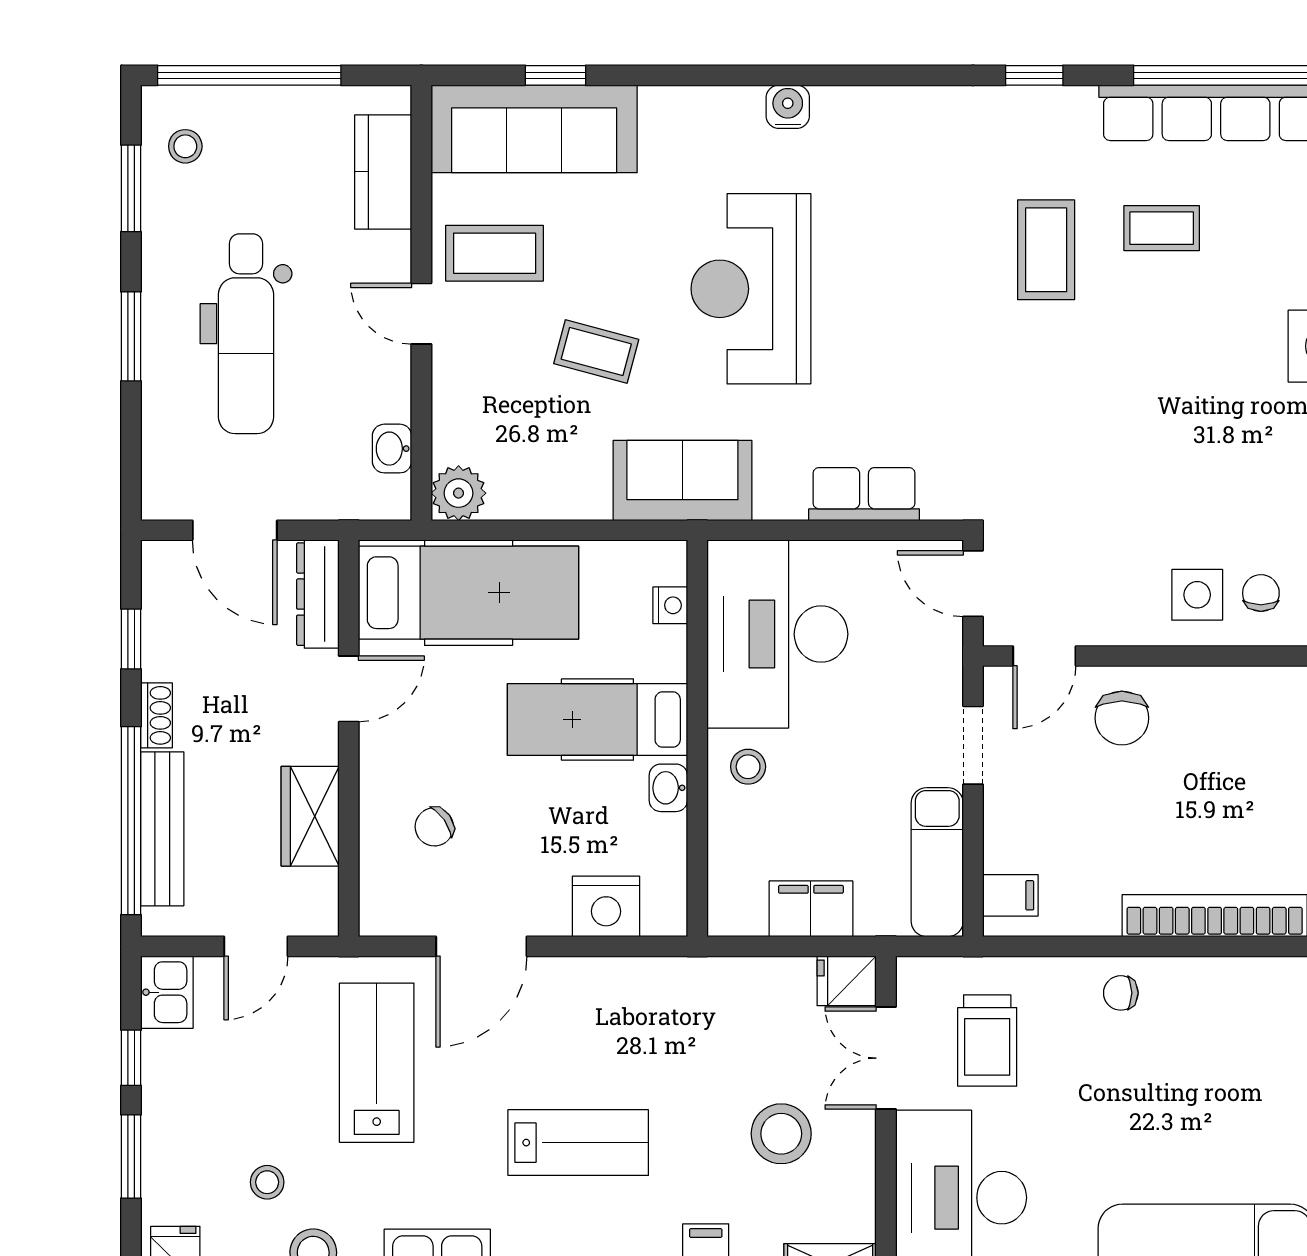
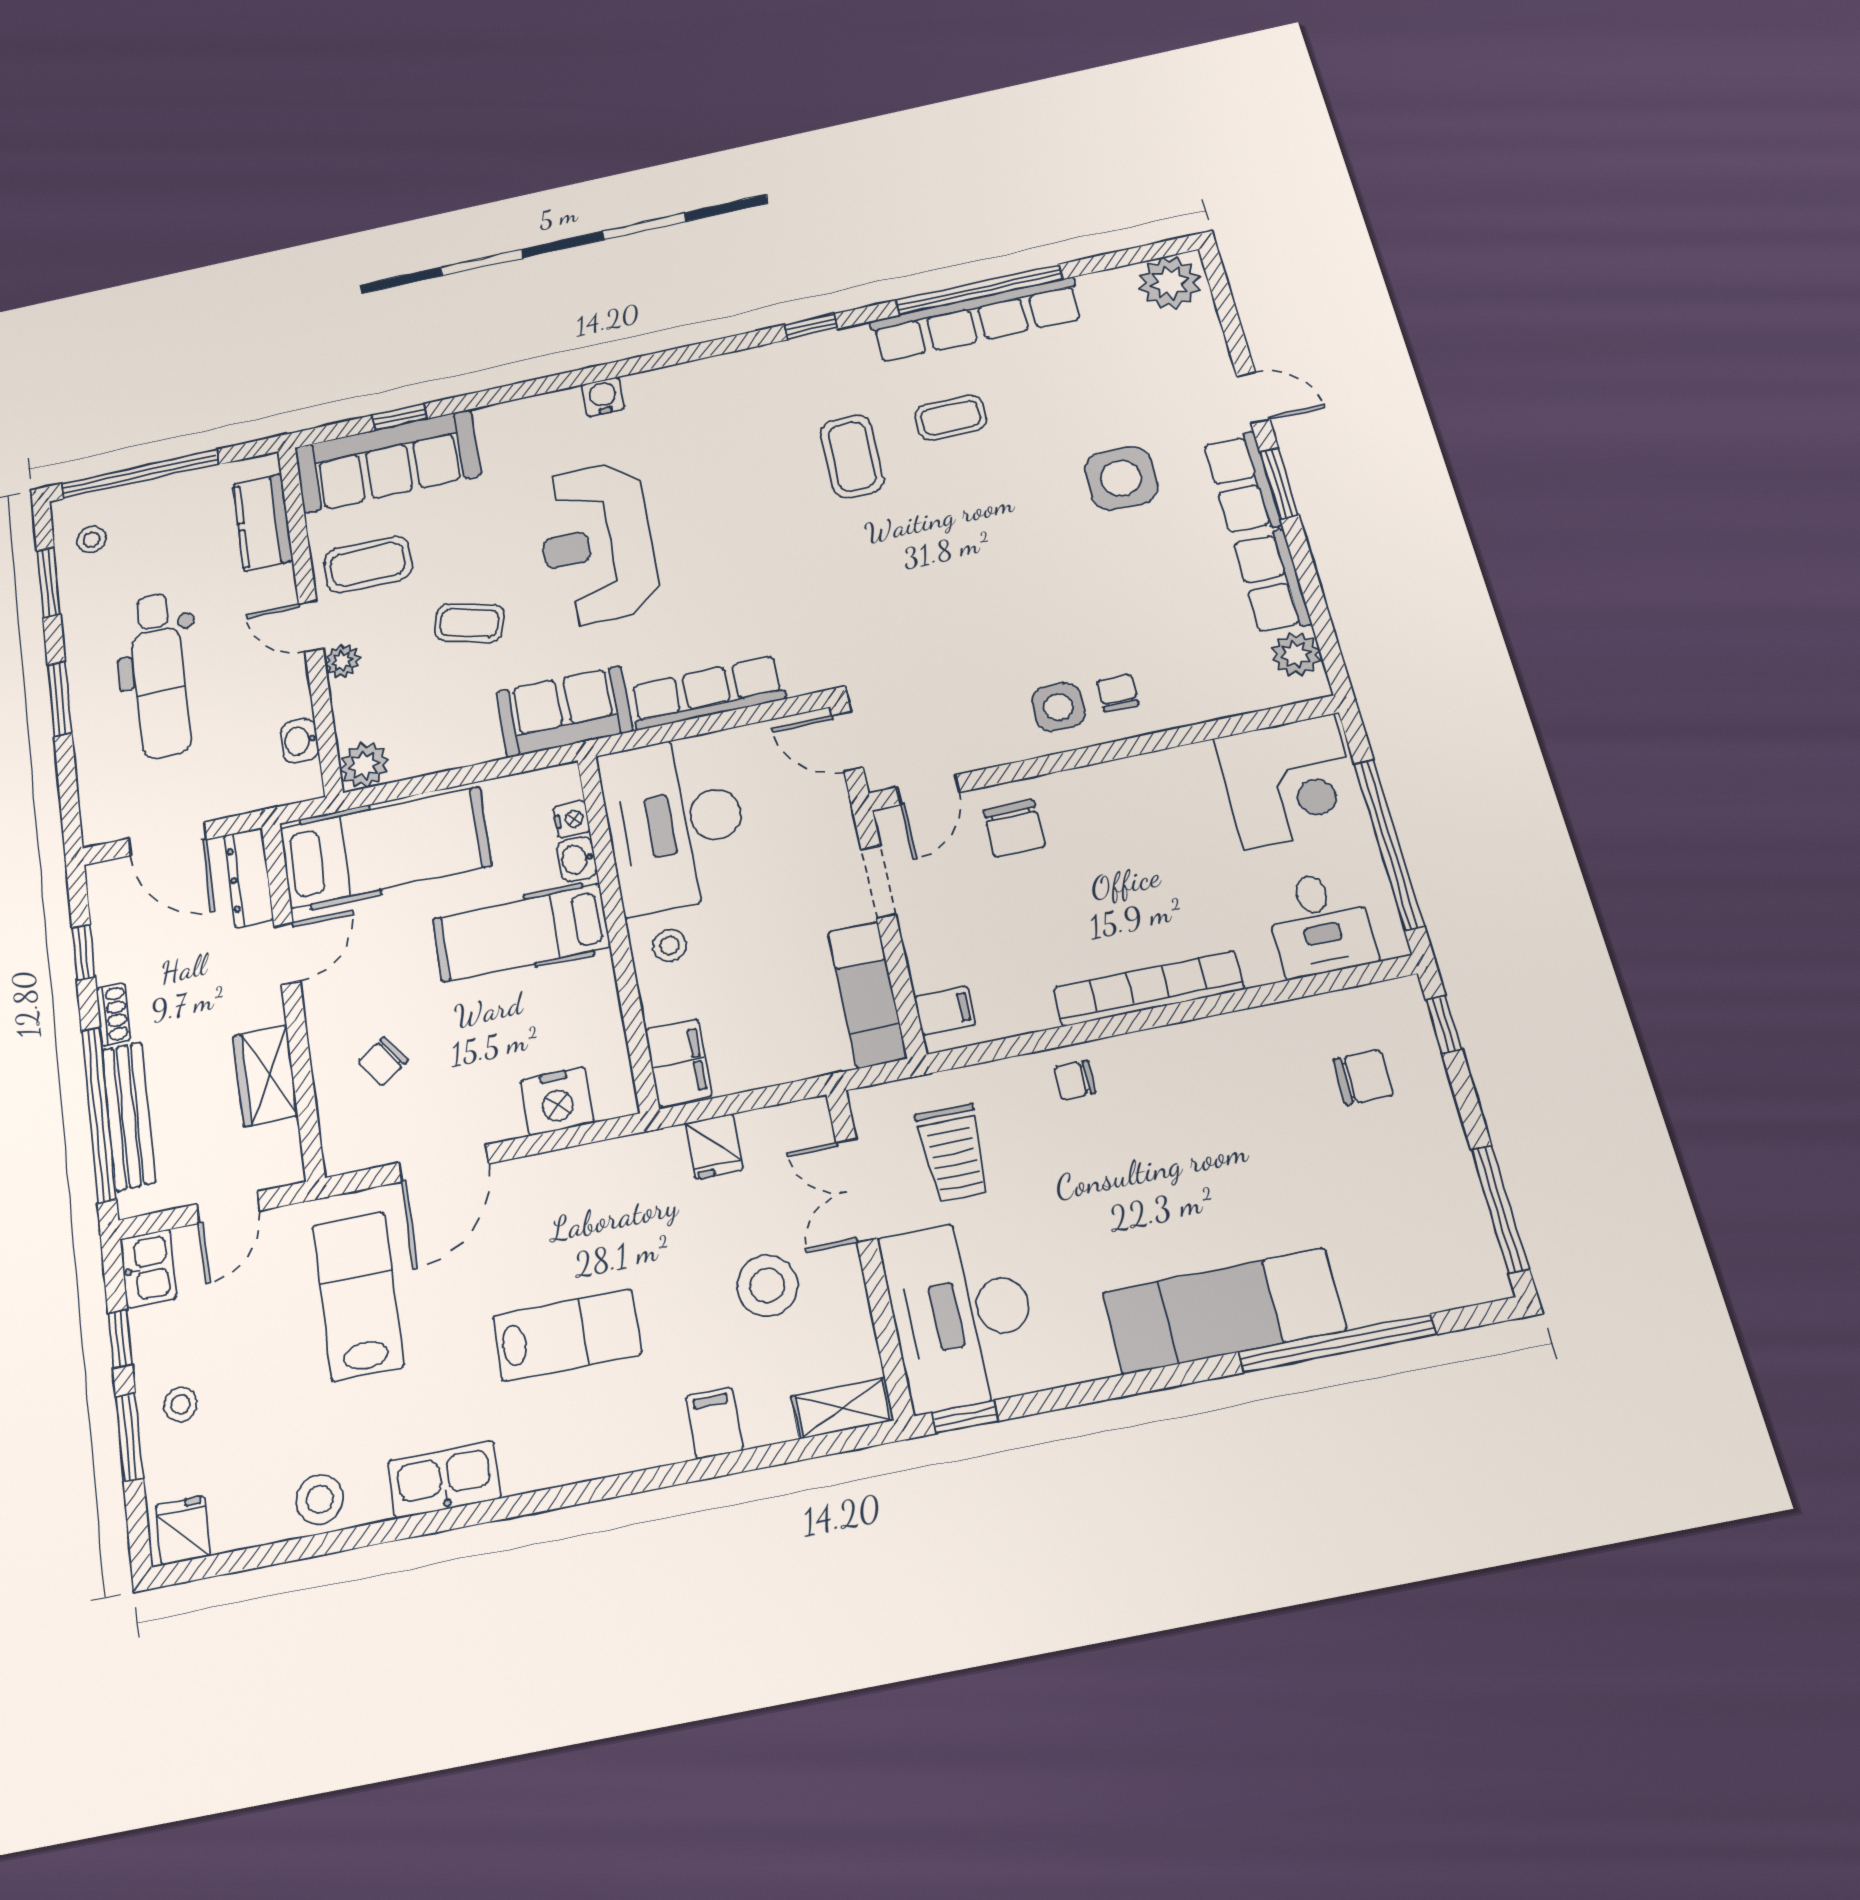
plant: (451, 364) -> (342, 661), added
row of seats: (864, 494) -> (707, 693), width x1.48
washbasin: (668, 788) -> (577, 859), moved
filing cabinet: (811, 909) -> (678, 1063), moved, turned 90
fridge: (847, 981) -> (714, 1146), moved, turned -90
stool: (267, 1182) -> (181, 1405), moved

